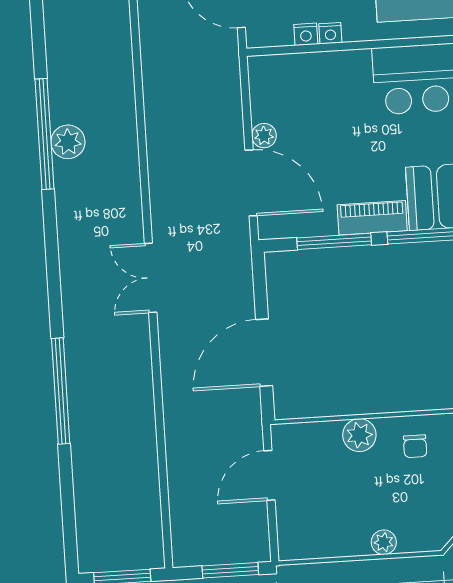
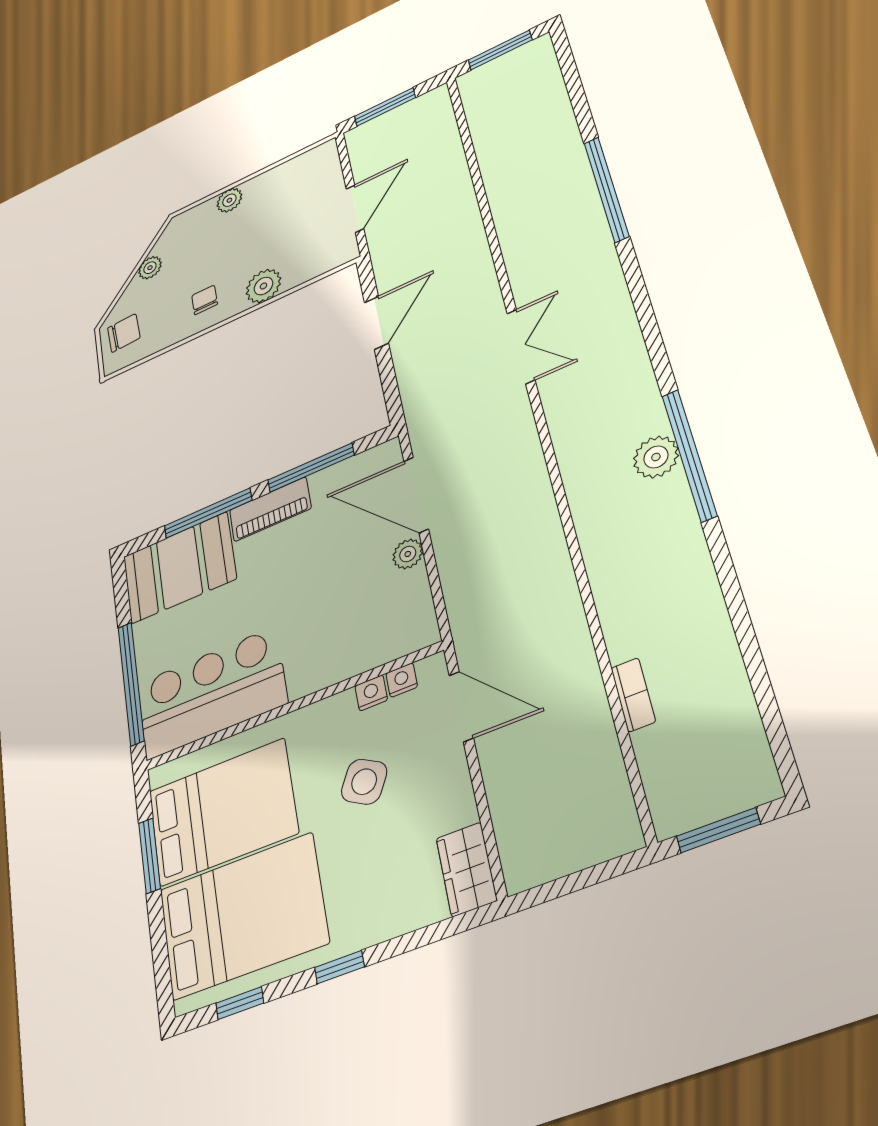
nightstand: (330, 33) -> (402, 680), moved
door: (264, 353) -> (376, 323), width x0.73

